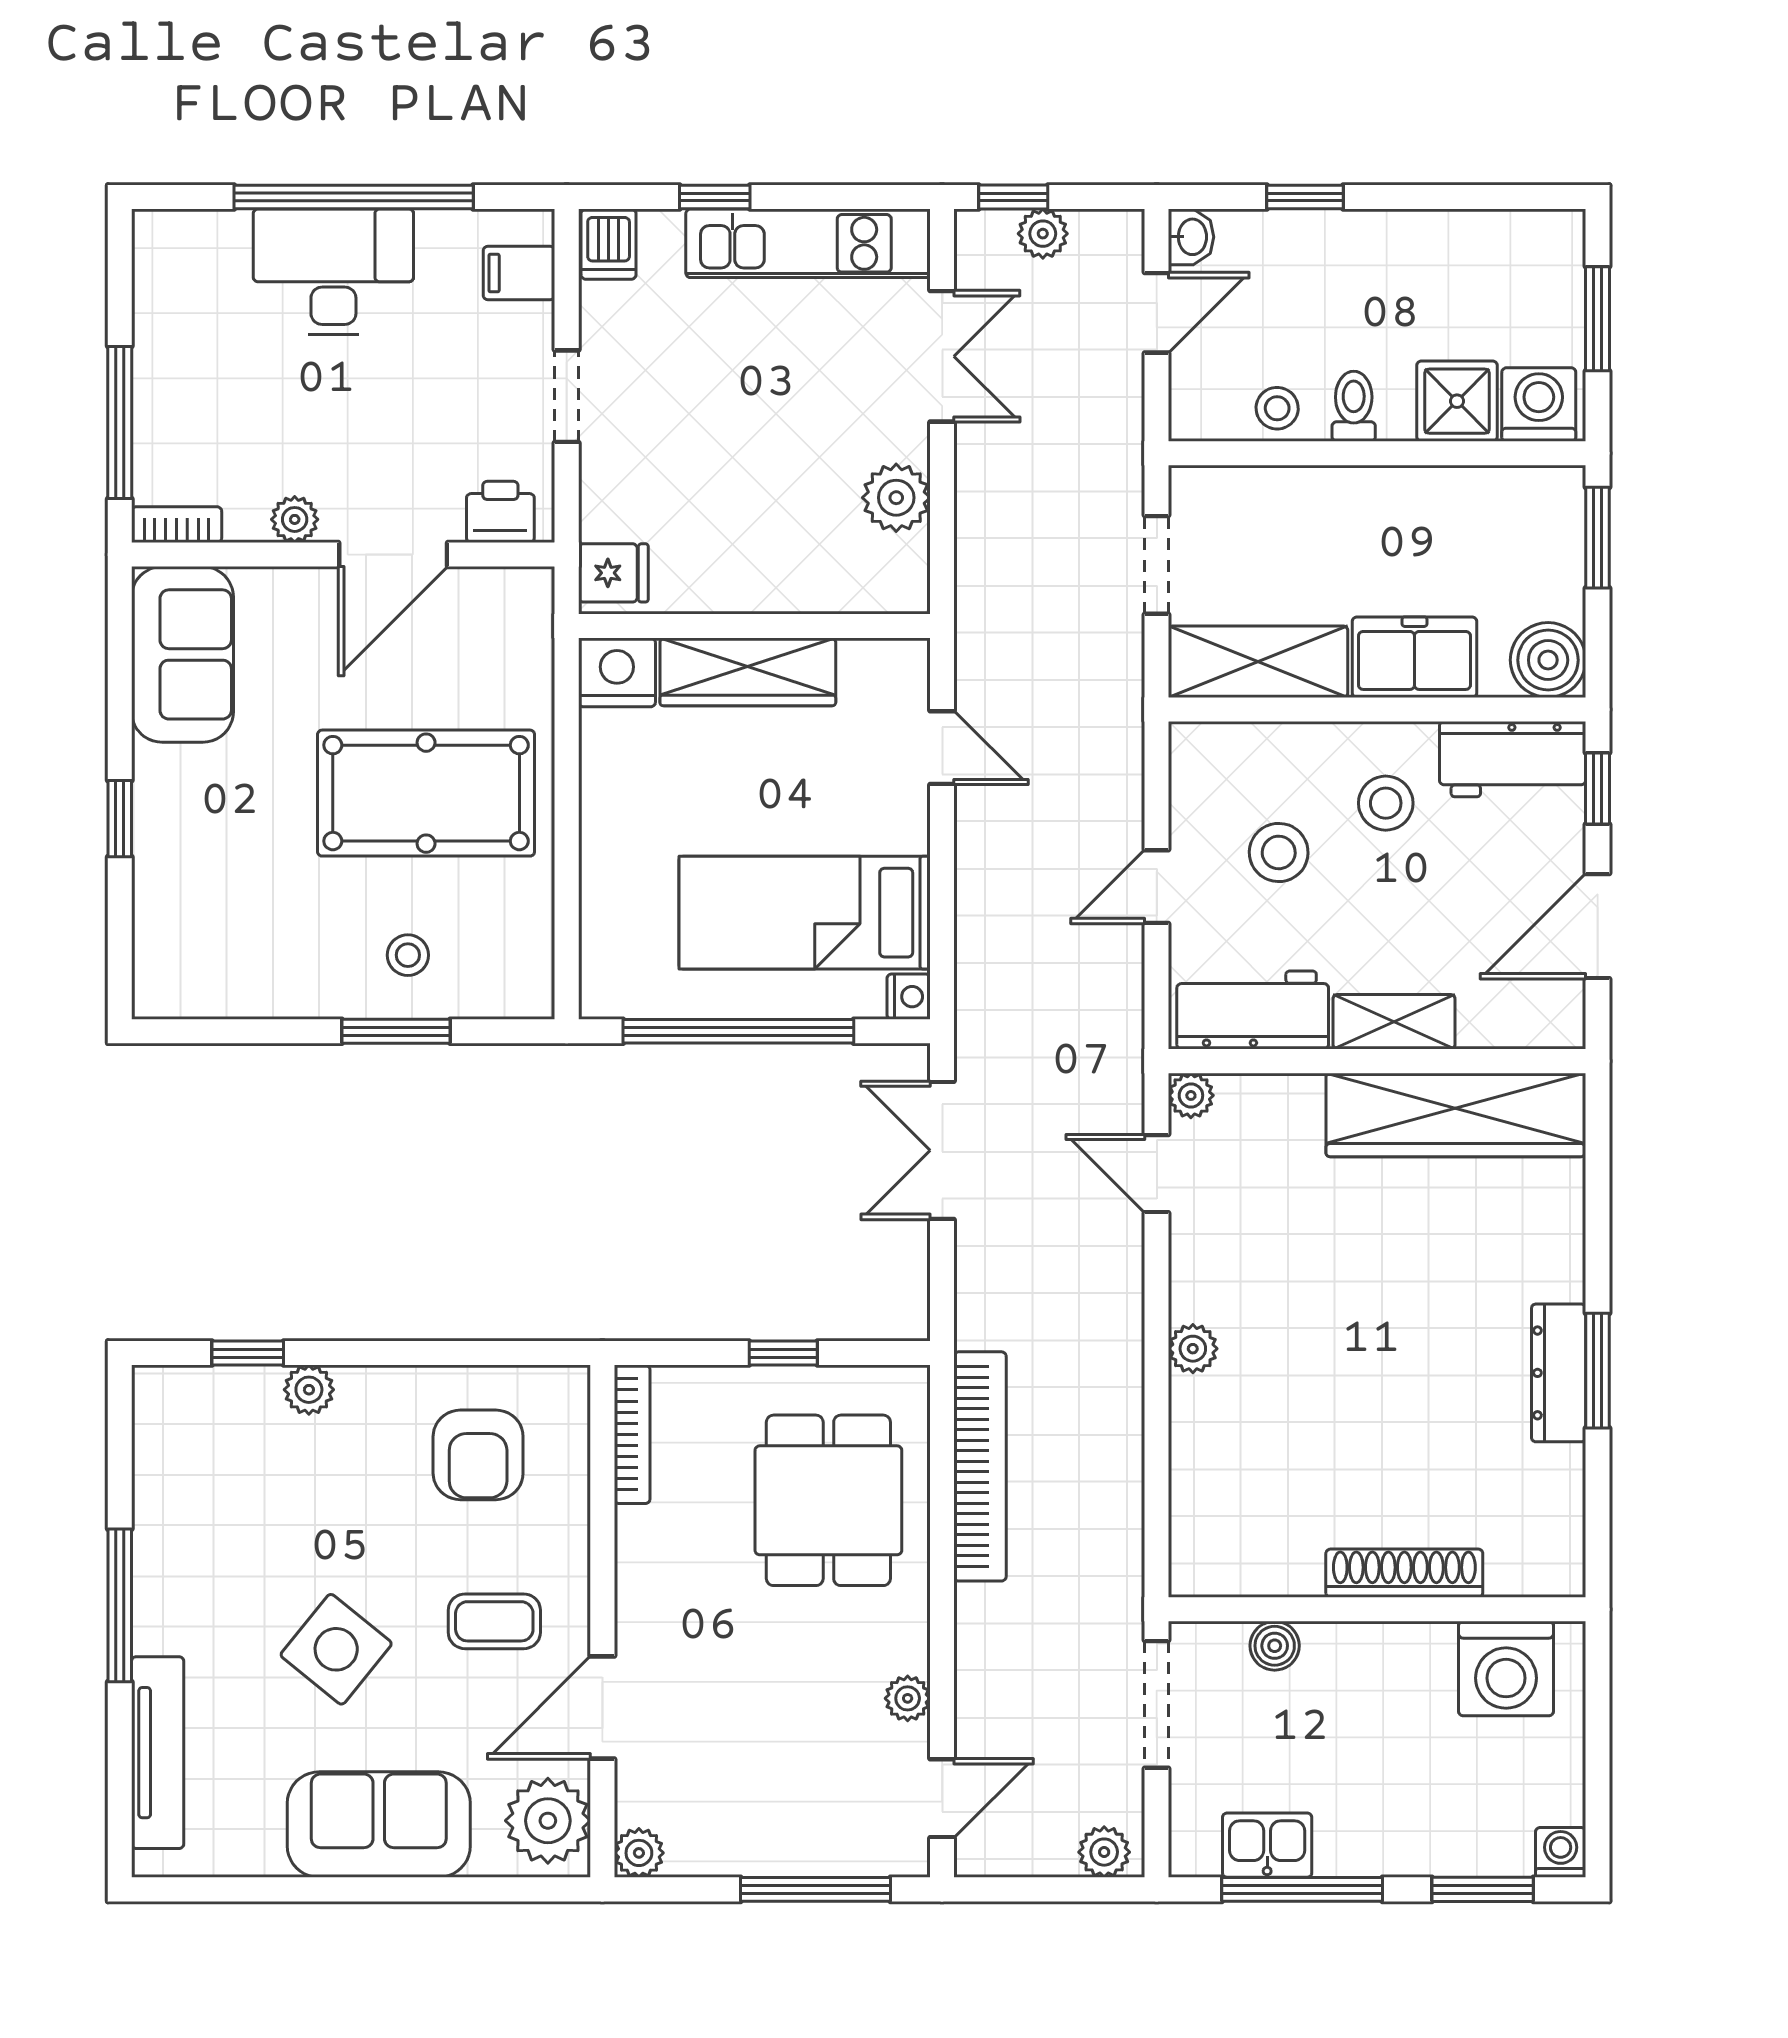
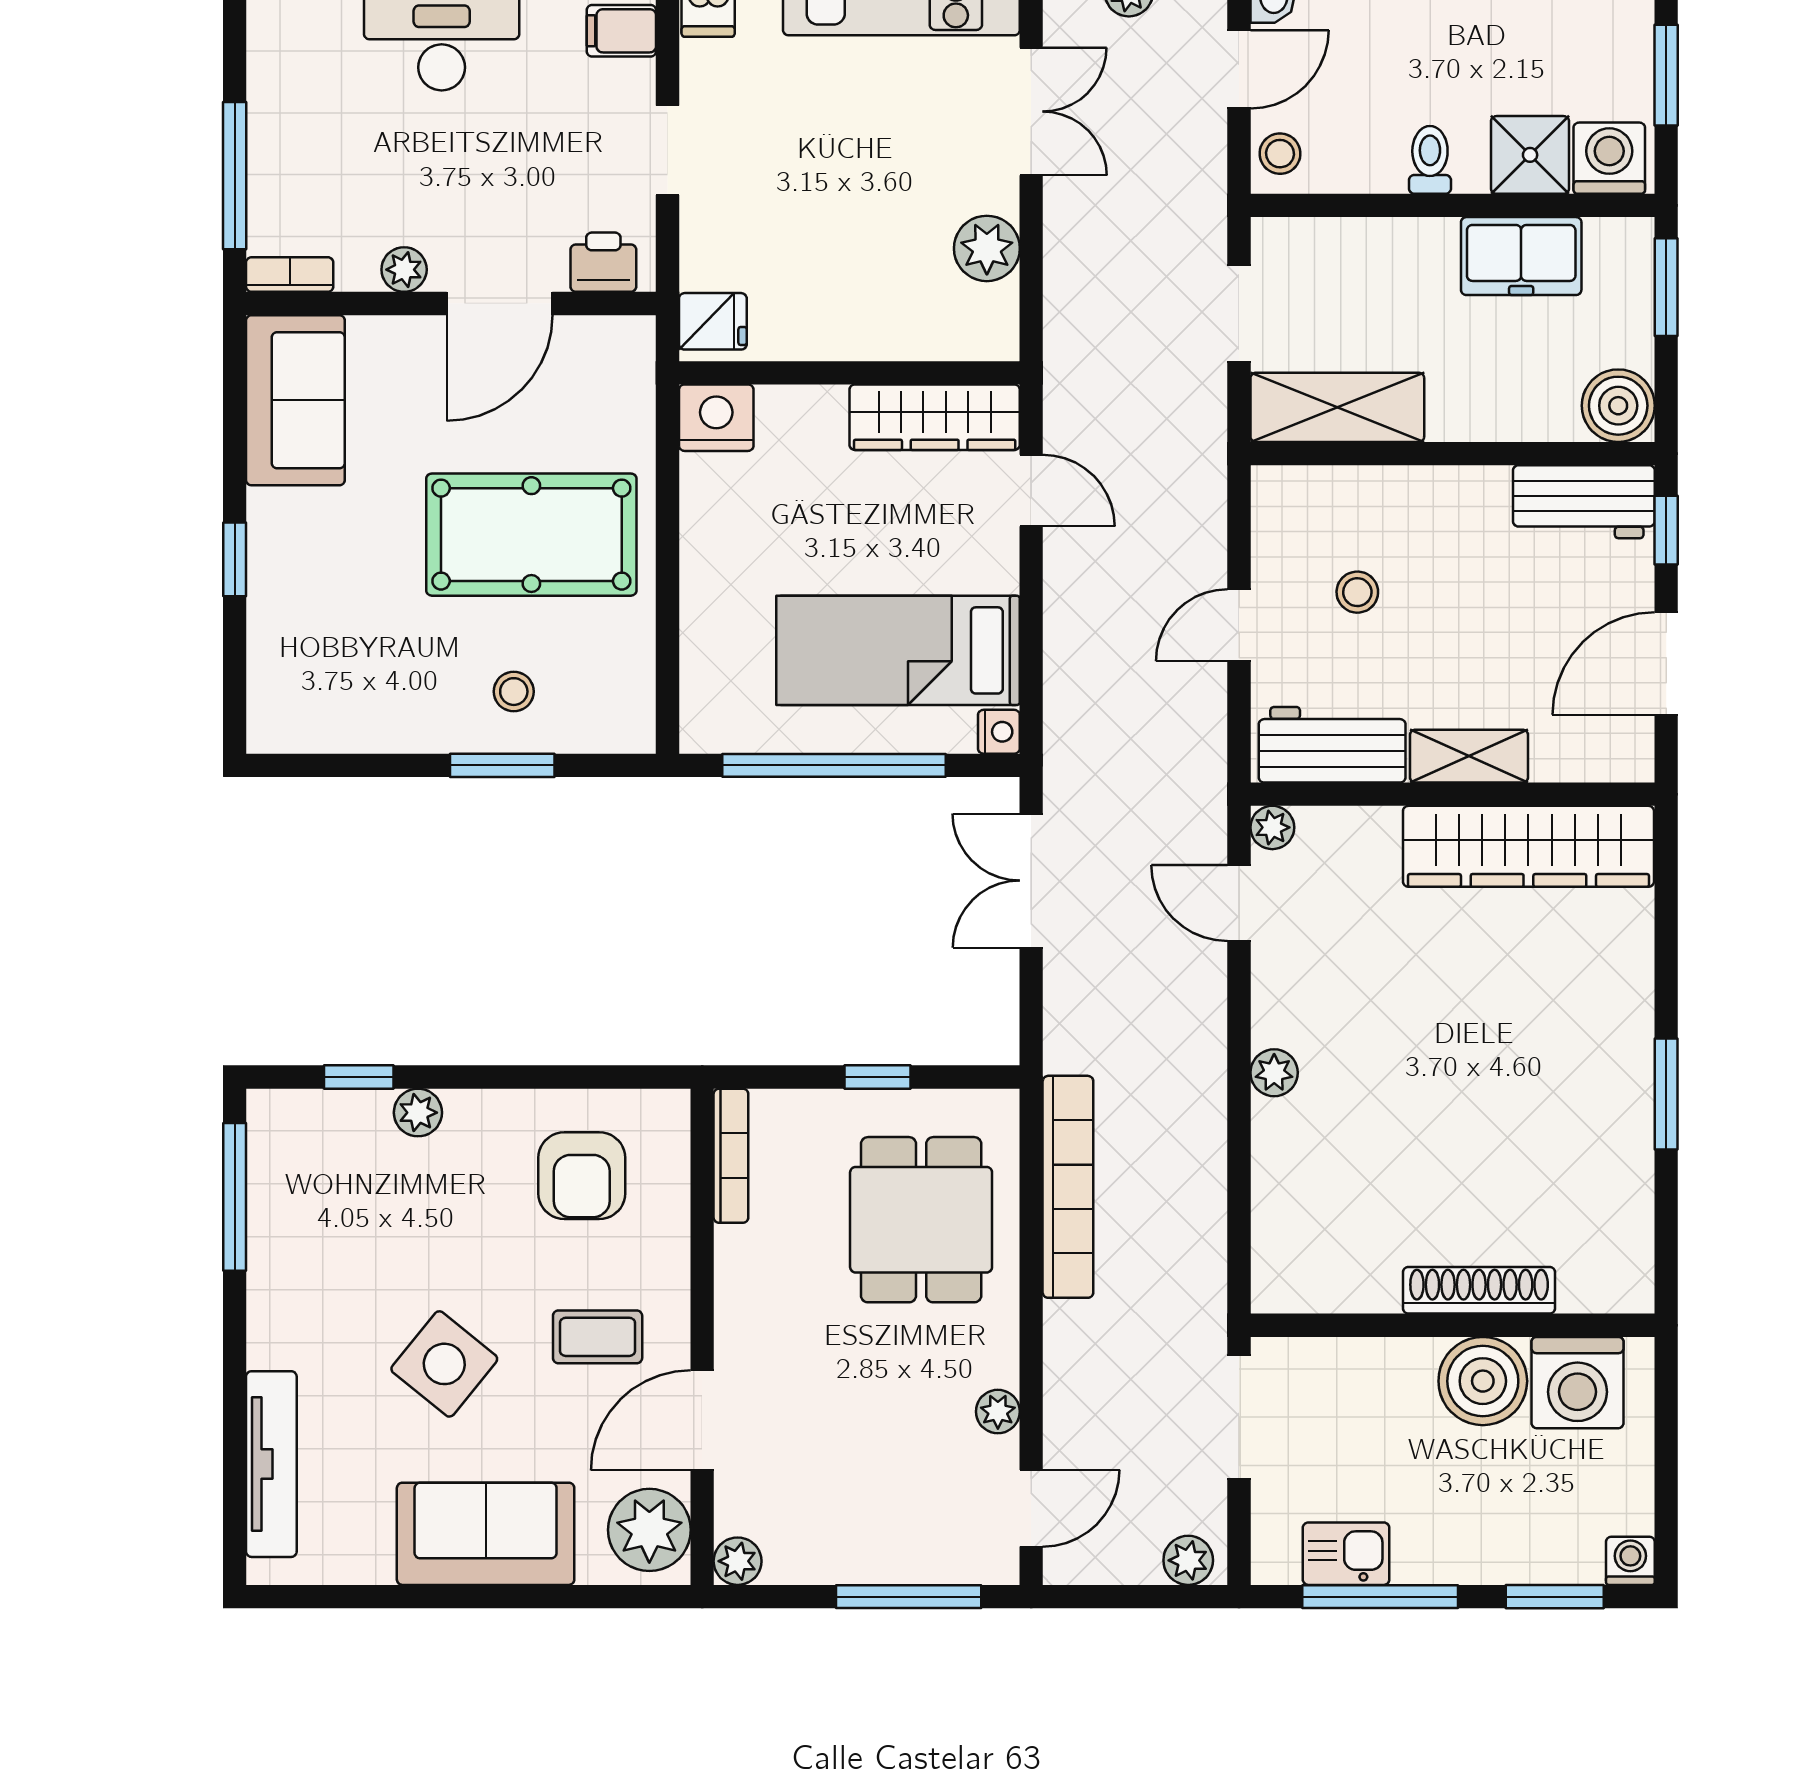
stool: (1277, 408) -> (1280, 154), moved
freezer: (1414, 657) -> (1521, 256), moved, turned 180
wardrobe: (748, 672) -> (935, 417), moved
stool: (1386, 803) -> (1461, 544), removed
stool: (1279, 852) -> (1357, 592), width x0.73, depth x0.73
dresser: (1559, 1373) -> (1628, 1096), removed
window: (120, 1605) -> (235, 1197), moved
boiler: (1275, 1646) -> (1483, 1381), moved, width x1.86, depth x1.86

